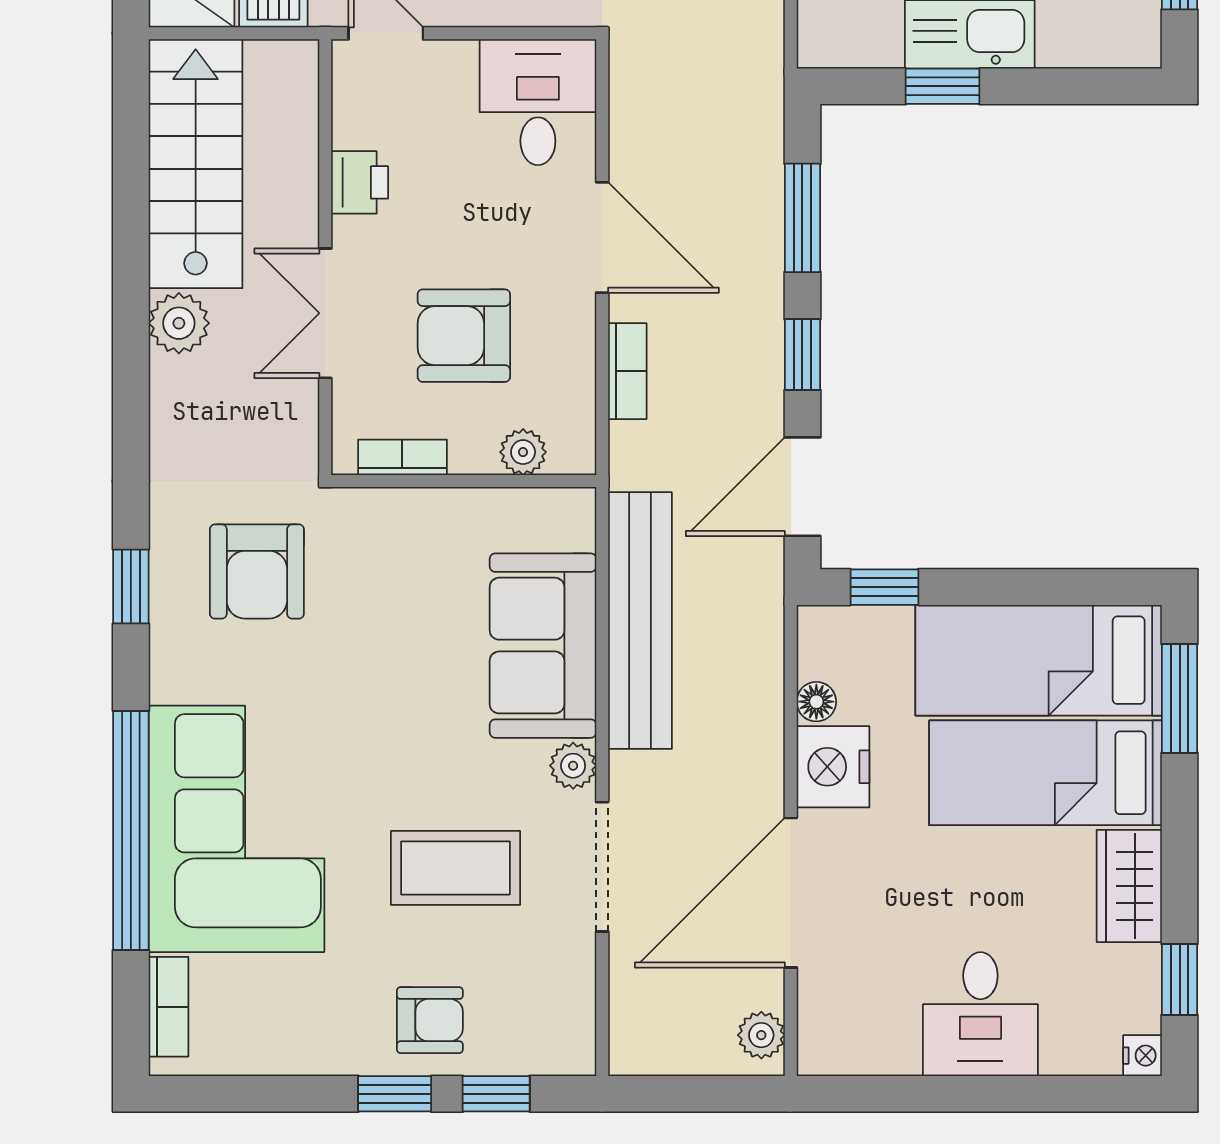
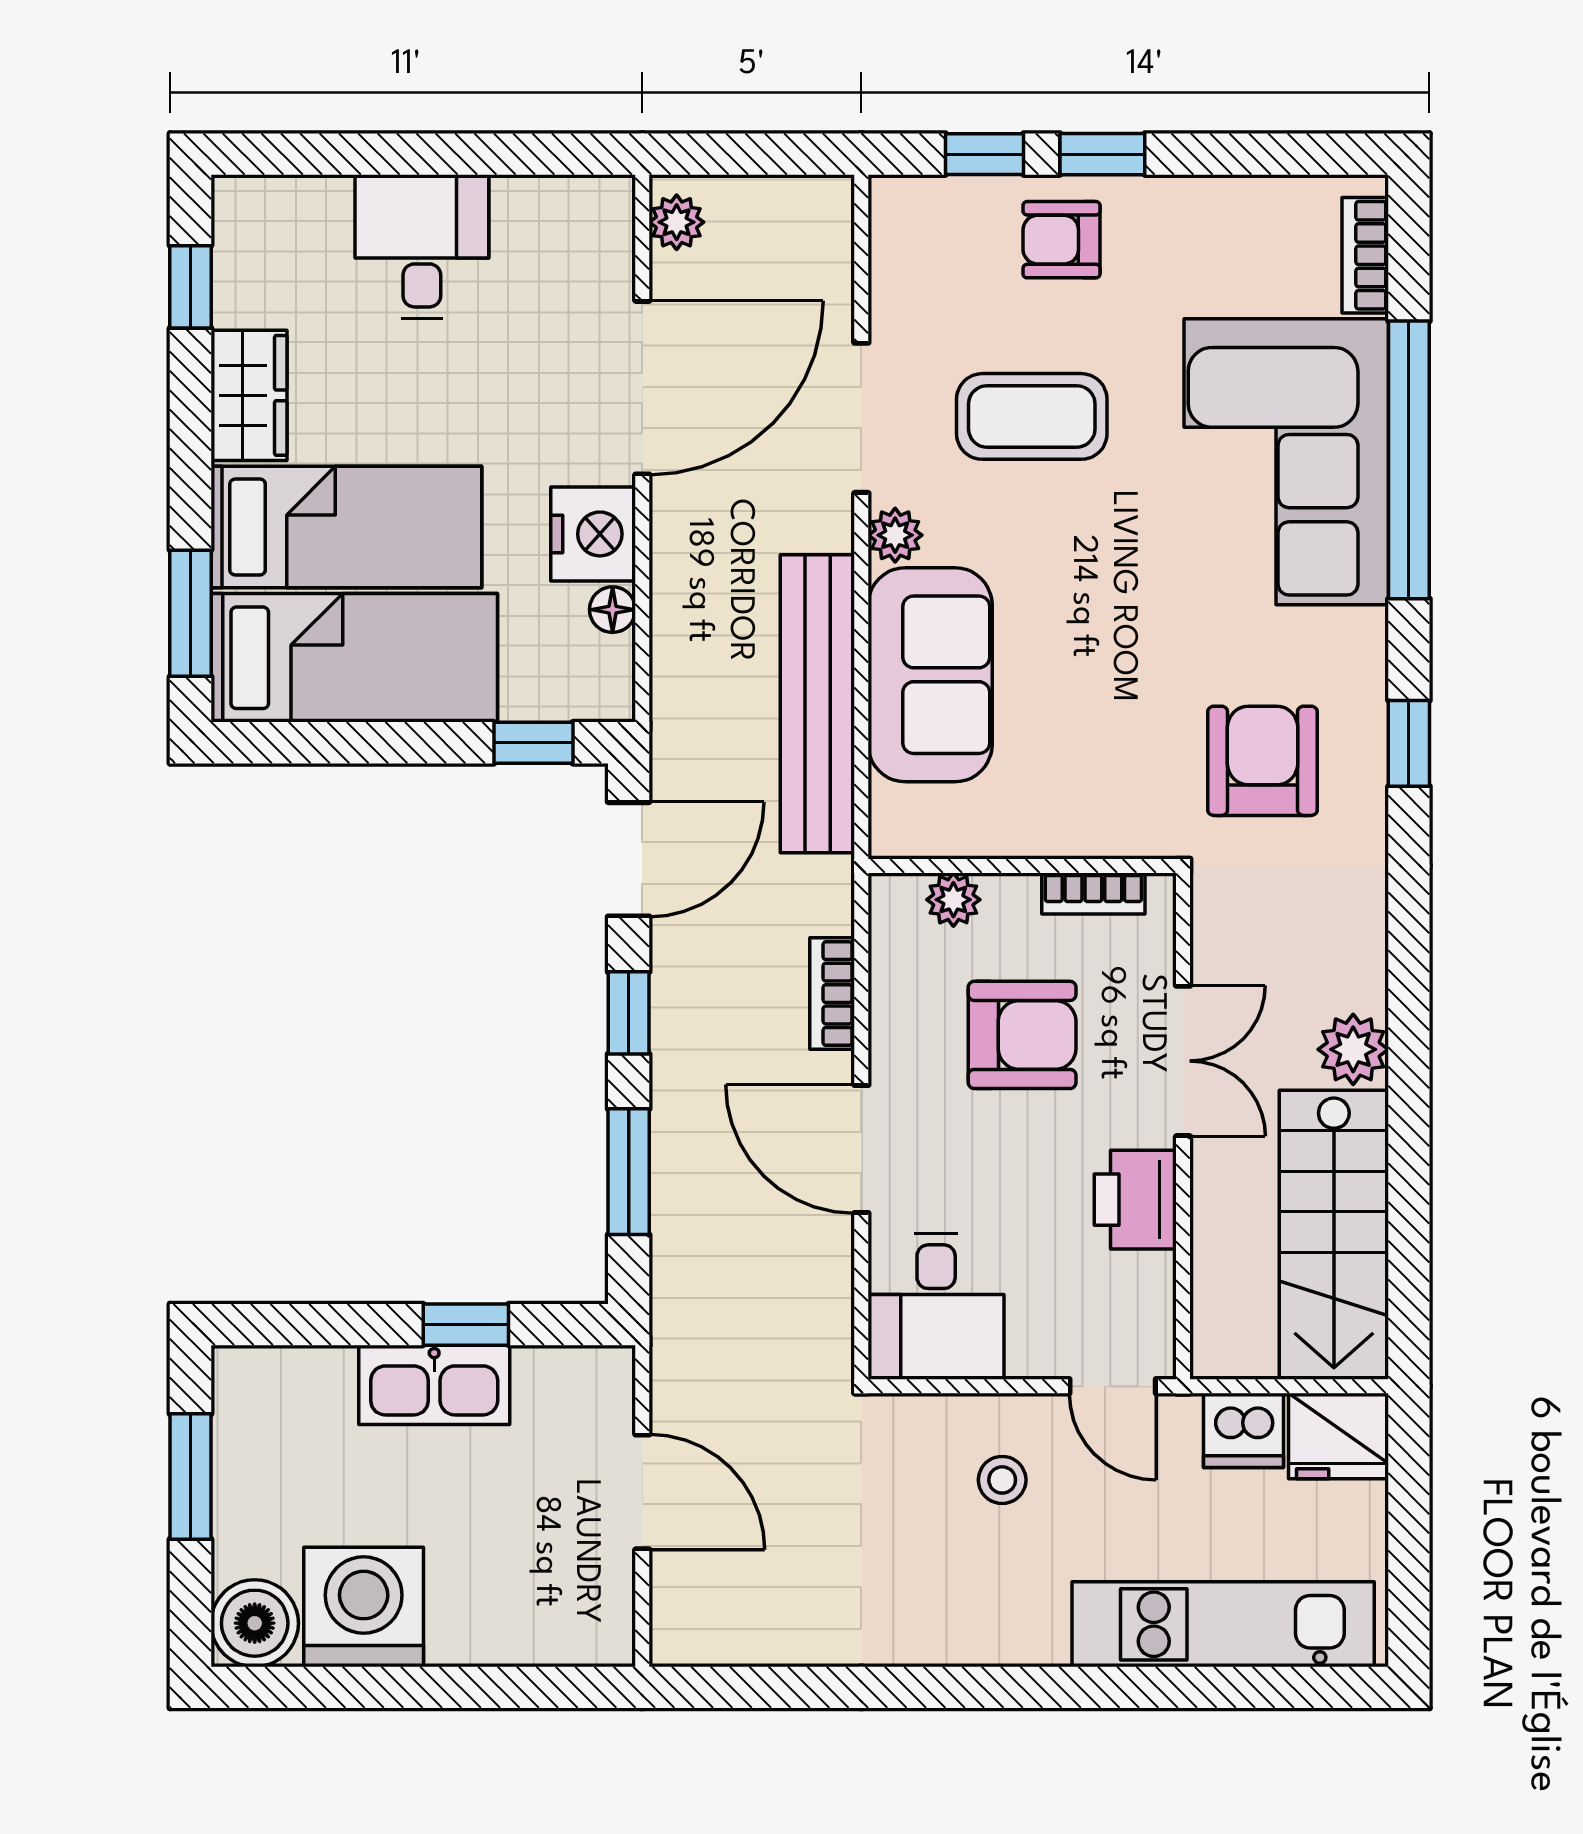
printer: (360, 182) -> (1135, 1200), width x1.36, depth x1.24
nightstand: (1142, 1056) -> (234, 198), removed

